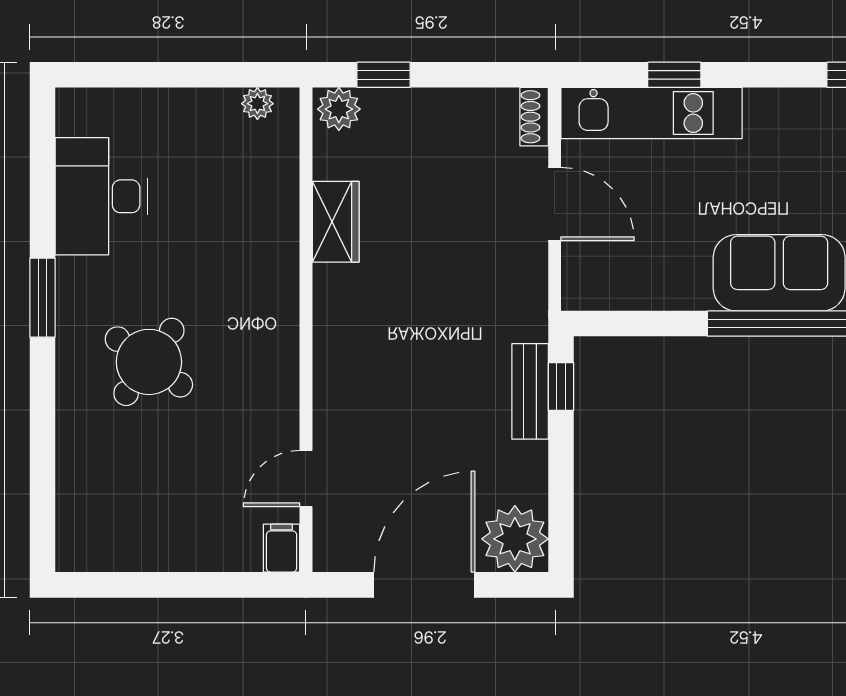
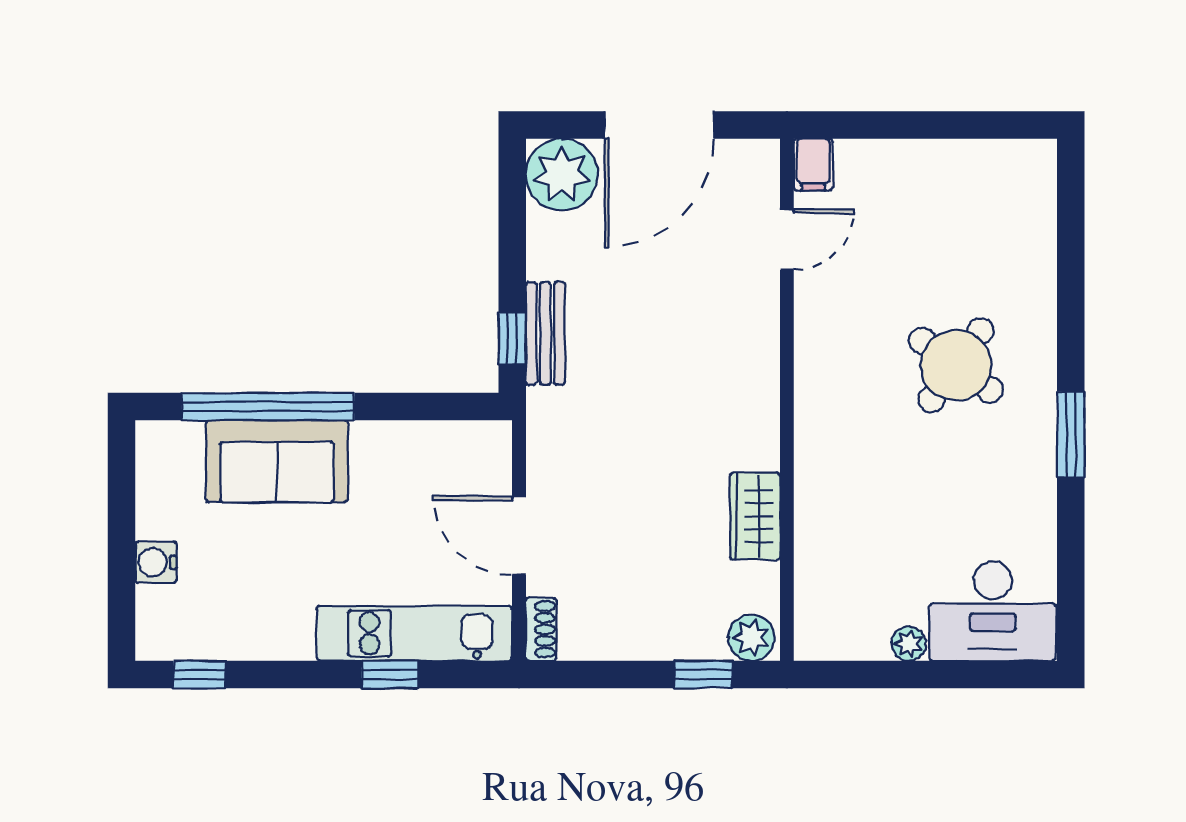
plant: (257, 104) -> (909, 644), moved
desk: (101, 196) -> (993, 611), moved, turned 90

